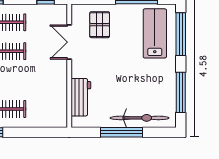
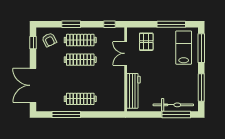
workbench: (81, 97) -> (133, 91), width x1.38
window: (121, 132) -> (176, 115), moved

